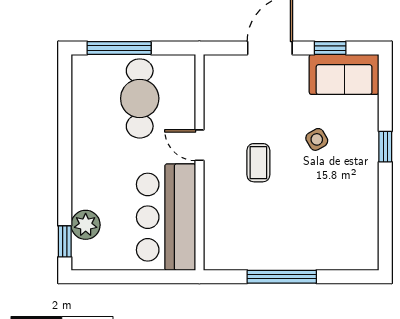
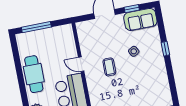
cafe table: (140, 98) -> (34, 74), moved

